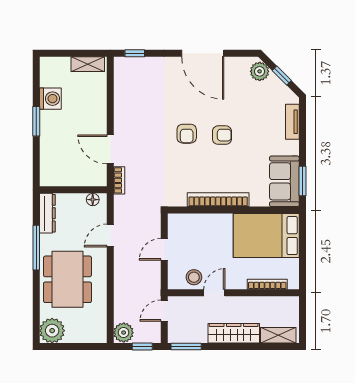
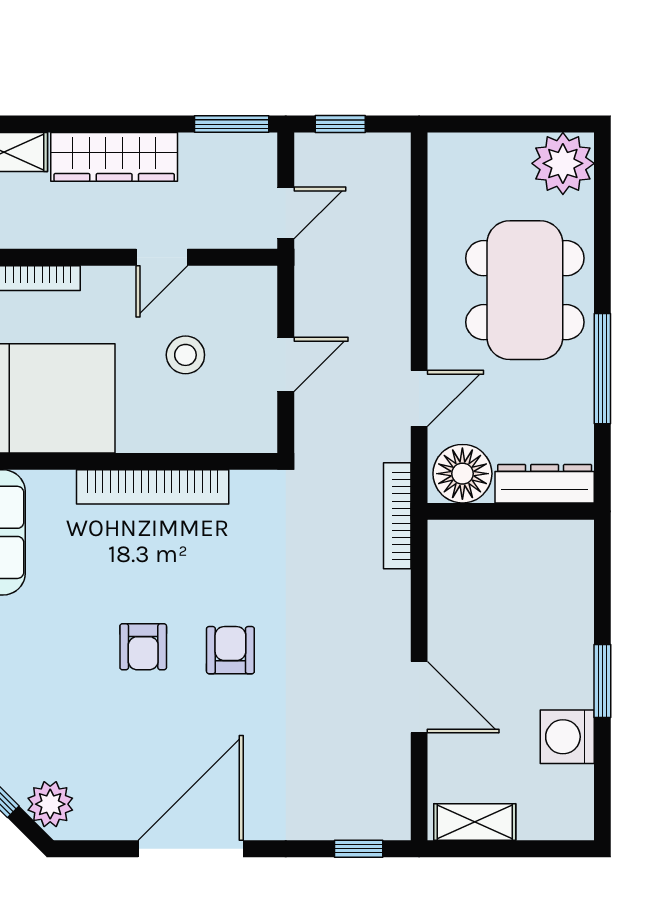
door: (203, 53) -> (191, 849), hinge flipped
armchair: (222, 135) -> (143, 647), turned -90
door: (110, 149) -> (419, 697), moved
bookcase: (119, 180) -> (397, 516), width x1.56
floor lamp: (93, 200) -> (462, 474), width x1.89, depth x1.89
dresser: (47, 213) -> (545, 484), moved, turned 90
stool: (194, 277) -> (185, 355), moved
plant: (124, 333) -> (386, 159), removed

